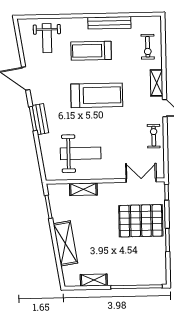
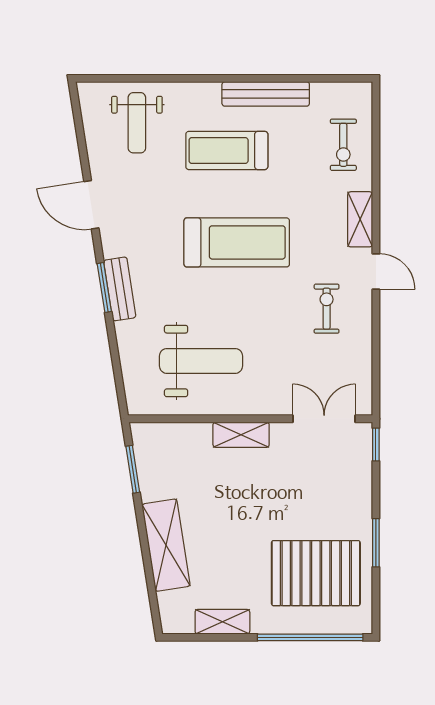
exercise bike: (154, 136) -> (327, 309), moved
shelving: (83, 189) -> (241, 435), moved
pallet: (141, 221) -> (316, 573), moved

